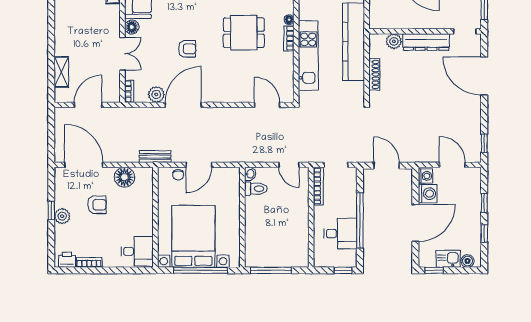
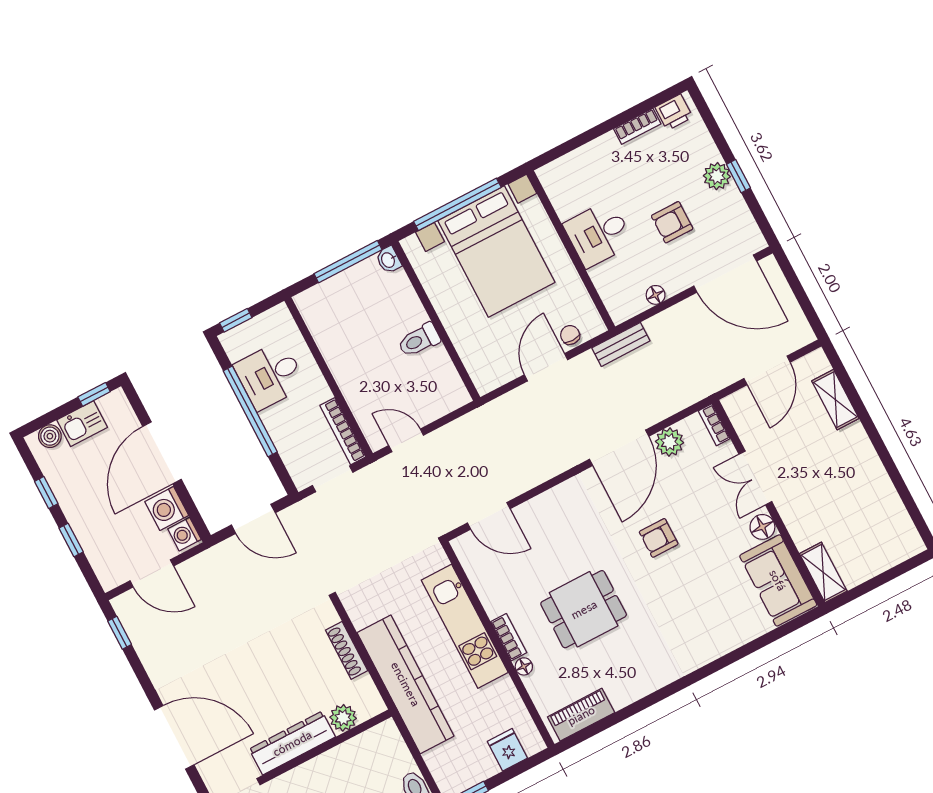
washbasin: (250, 174) -> (389, 260), moved
floor lamp: (124, 177) -> (656, 295), width x0.53, depth x0.53
toilet: (256, 189) -> (419, 340), moved
desk: (137, 251) -> (599, 234), moved

